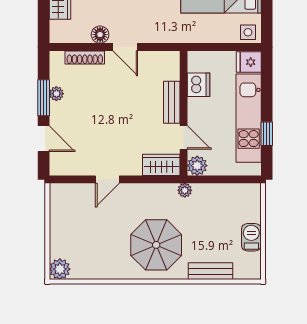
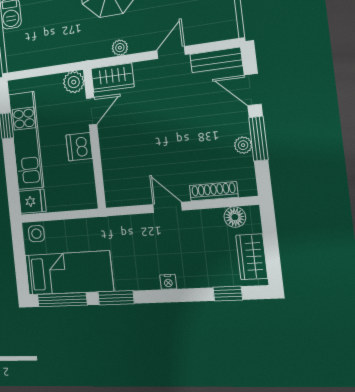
floor lamp: (100, 35) -> (235, 217), moved
dishwasher: (198, 85) -> (79, 147), moved
bench: (172, 102) -> (216, 60), moved, turned 90
door: (184, 138) -> (92, 111), swing flipped
plant: (185, 190) -> (120, 48), moved

